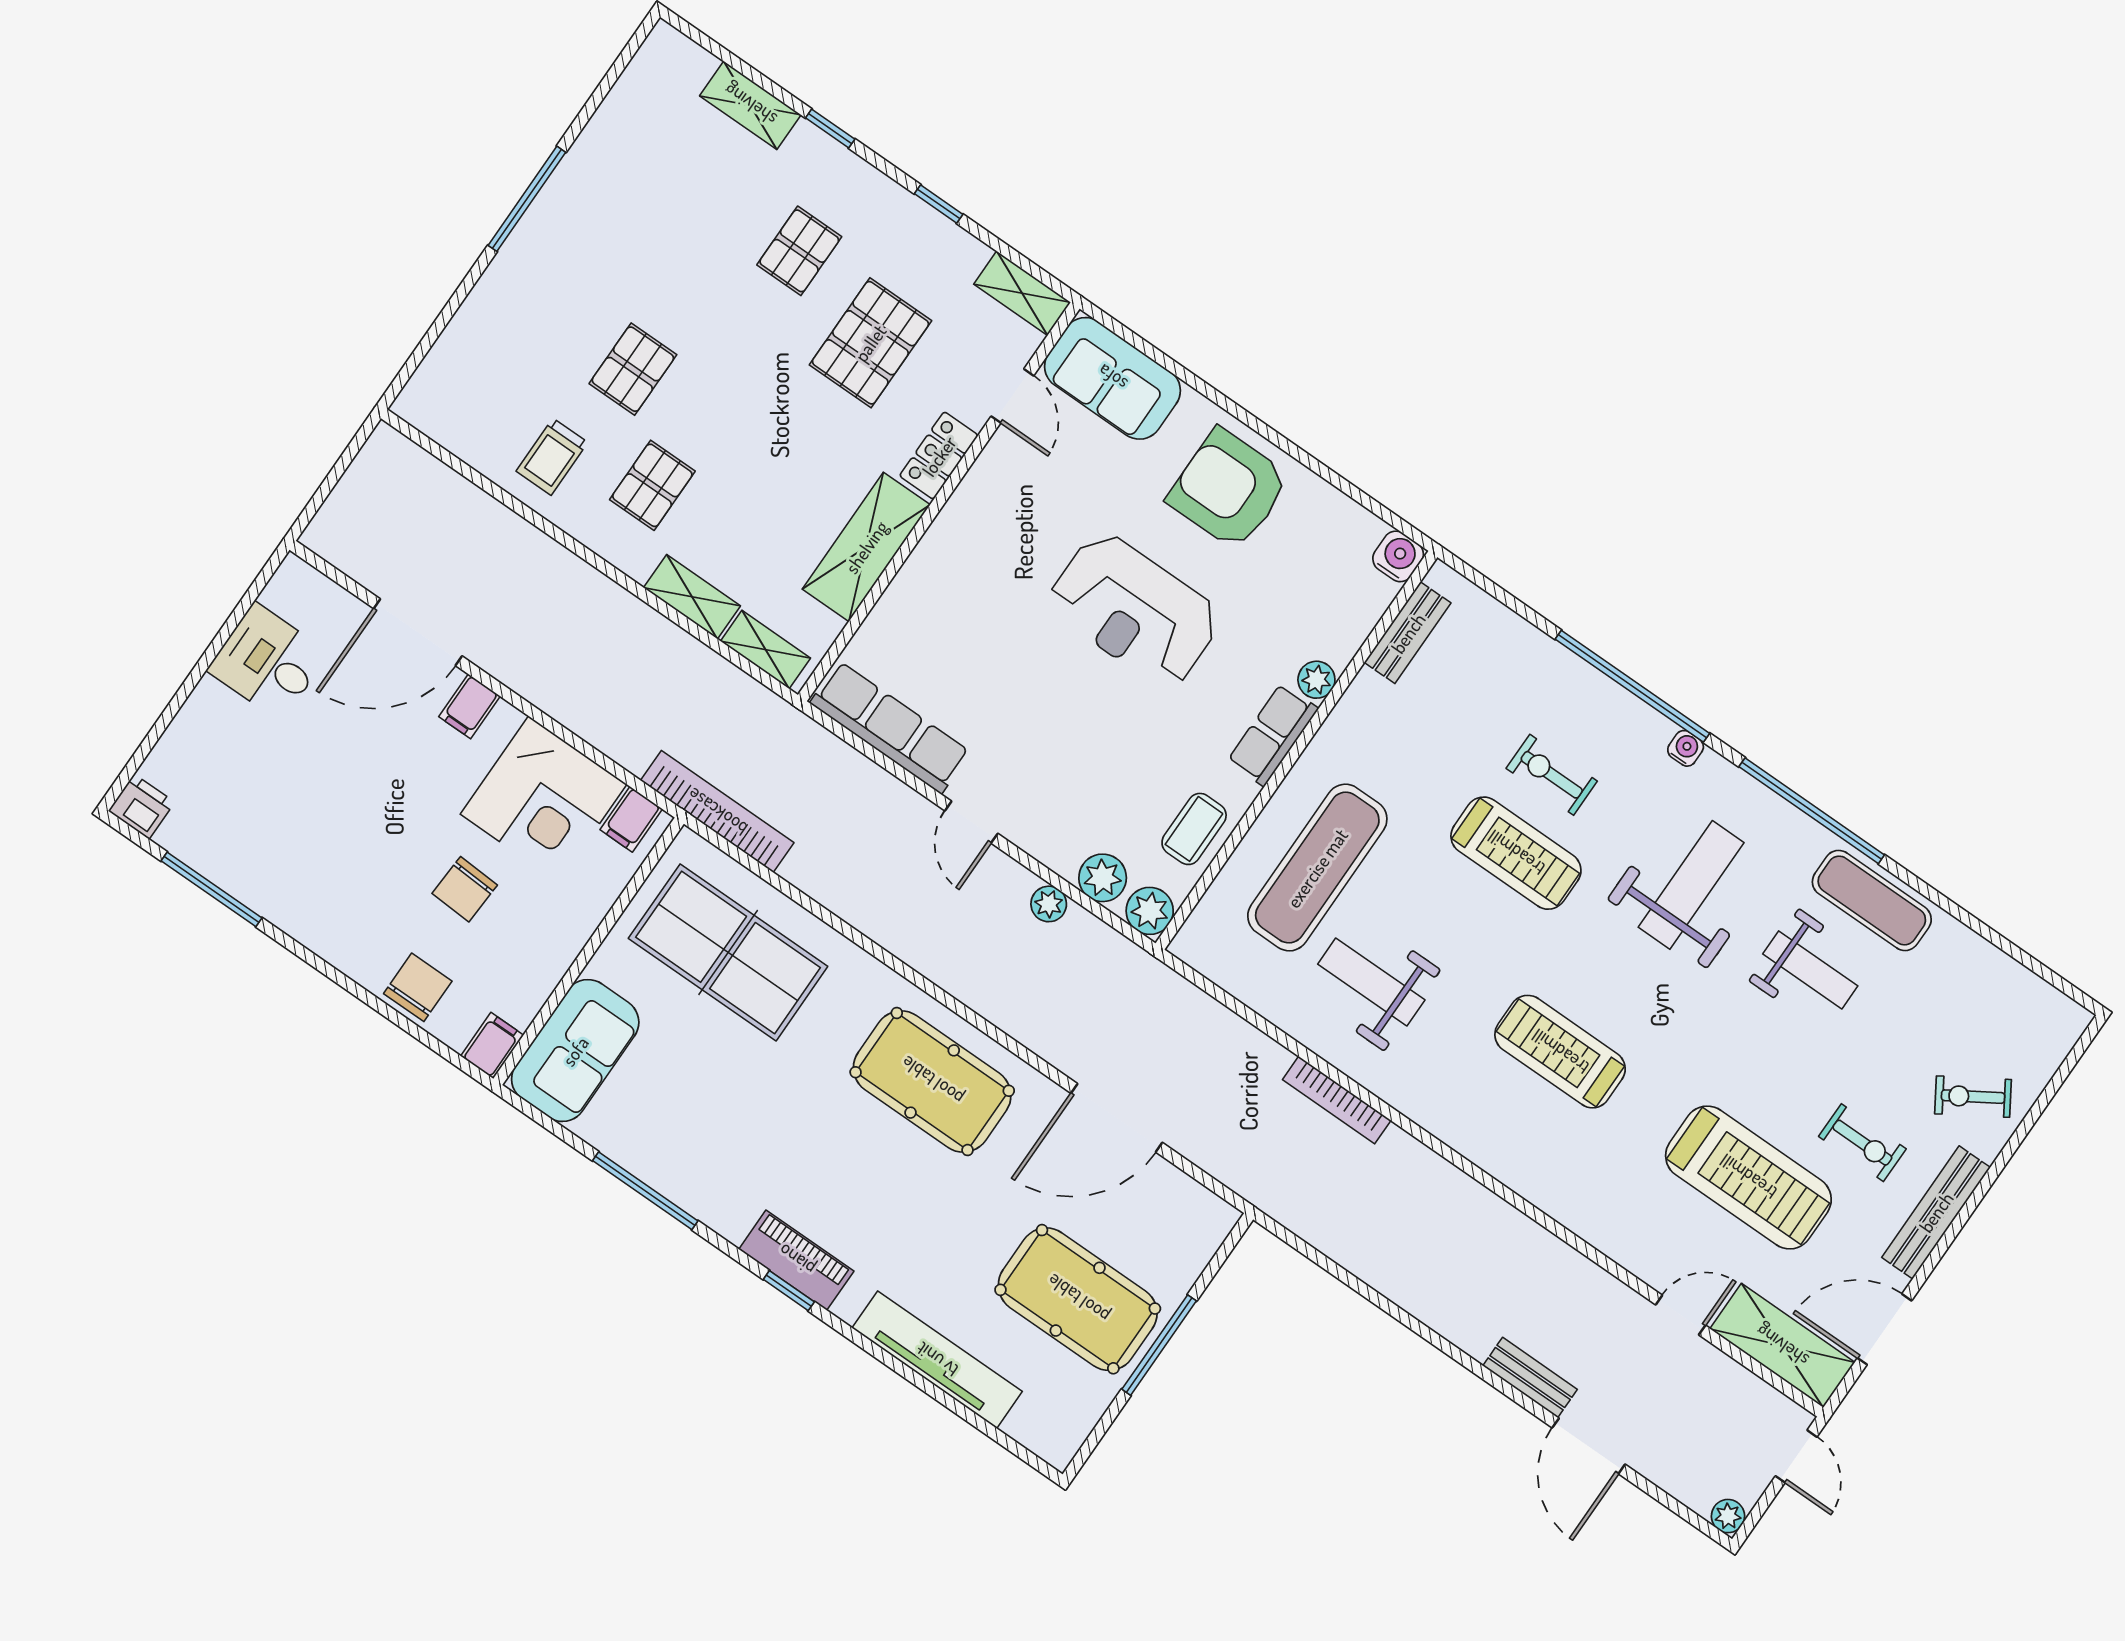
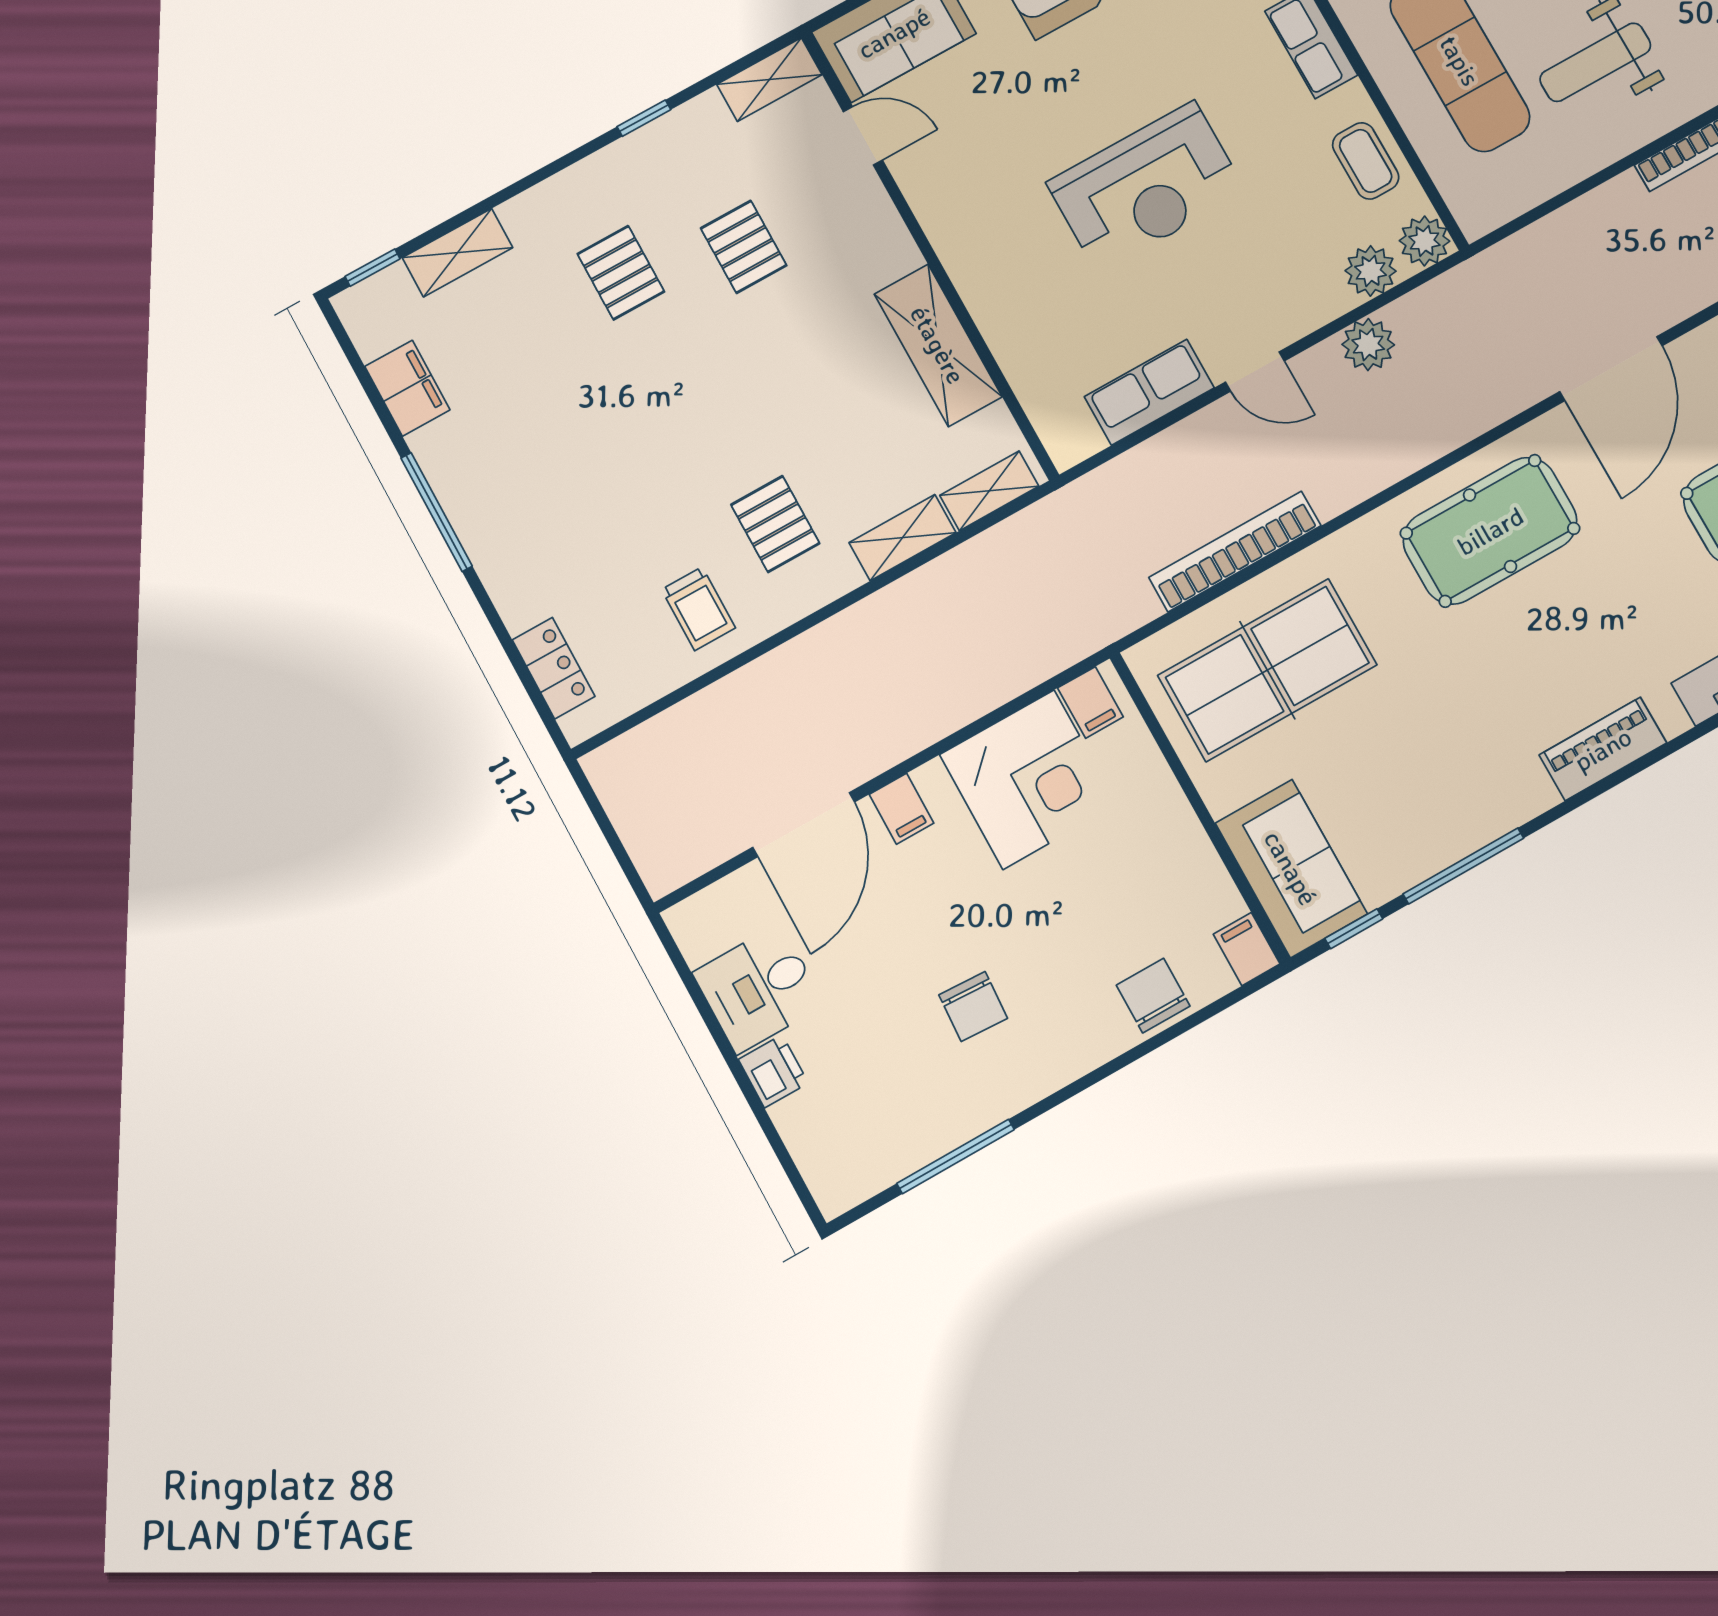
filing cabinet: (617, 122) -> (407, 388), added
window: (830, 129) -> (372, 268), moved
pallet: (870, 343) -> (744, 247), width x0.67, depth x0.71
pallet: (633, 369) -> (653, 489), removed
locker: (939, 456) -> (554, 668), moved, turned 180
reception desk: (1134, 610) -> (1146, 187), moved
row of seats: (890, 727) -> (1149, 392), width x0.68
printer: (141, 807) -> (773, 1071), moved, turned 90
bookcase: (717, 812) -> (1235, 552), moved
chair: (465, 889) -> (973, 1007), moved
plant: (1049, 904) -> (1368, 345), width x1.38, depth x1.38
window: (789, 1291) -> (1354, 929), moved

